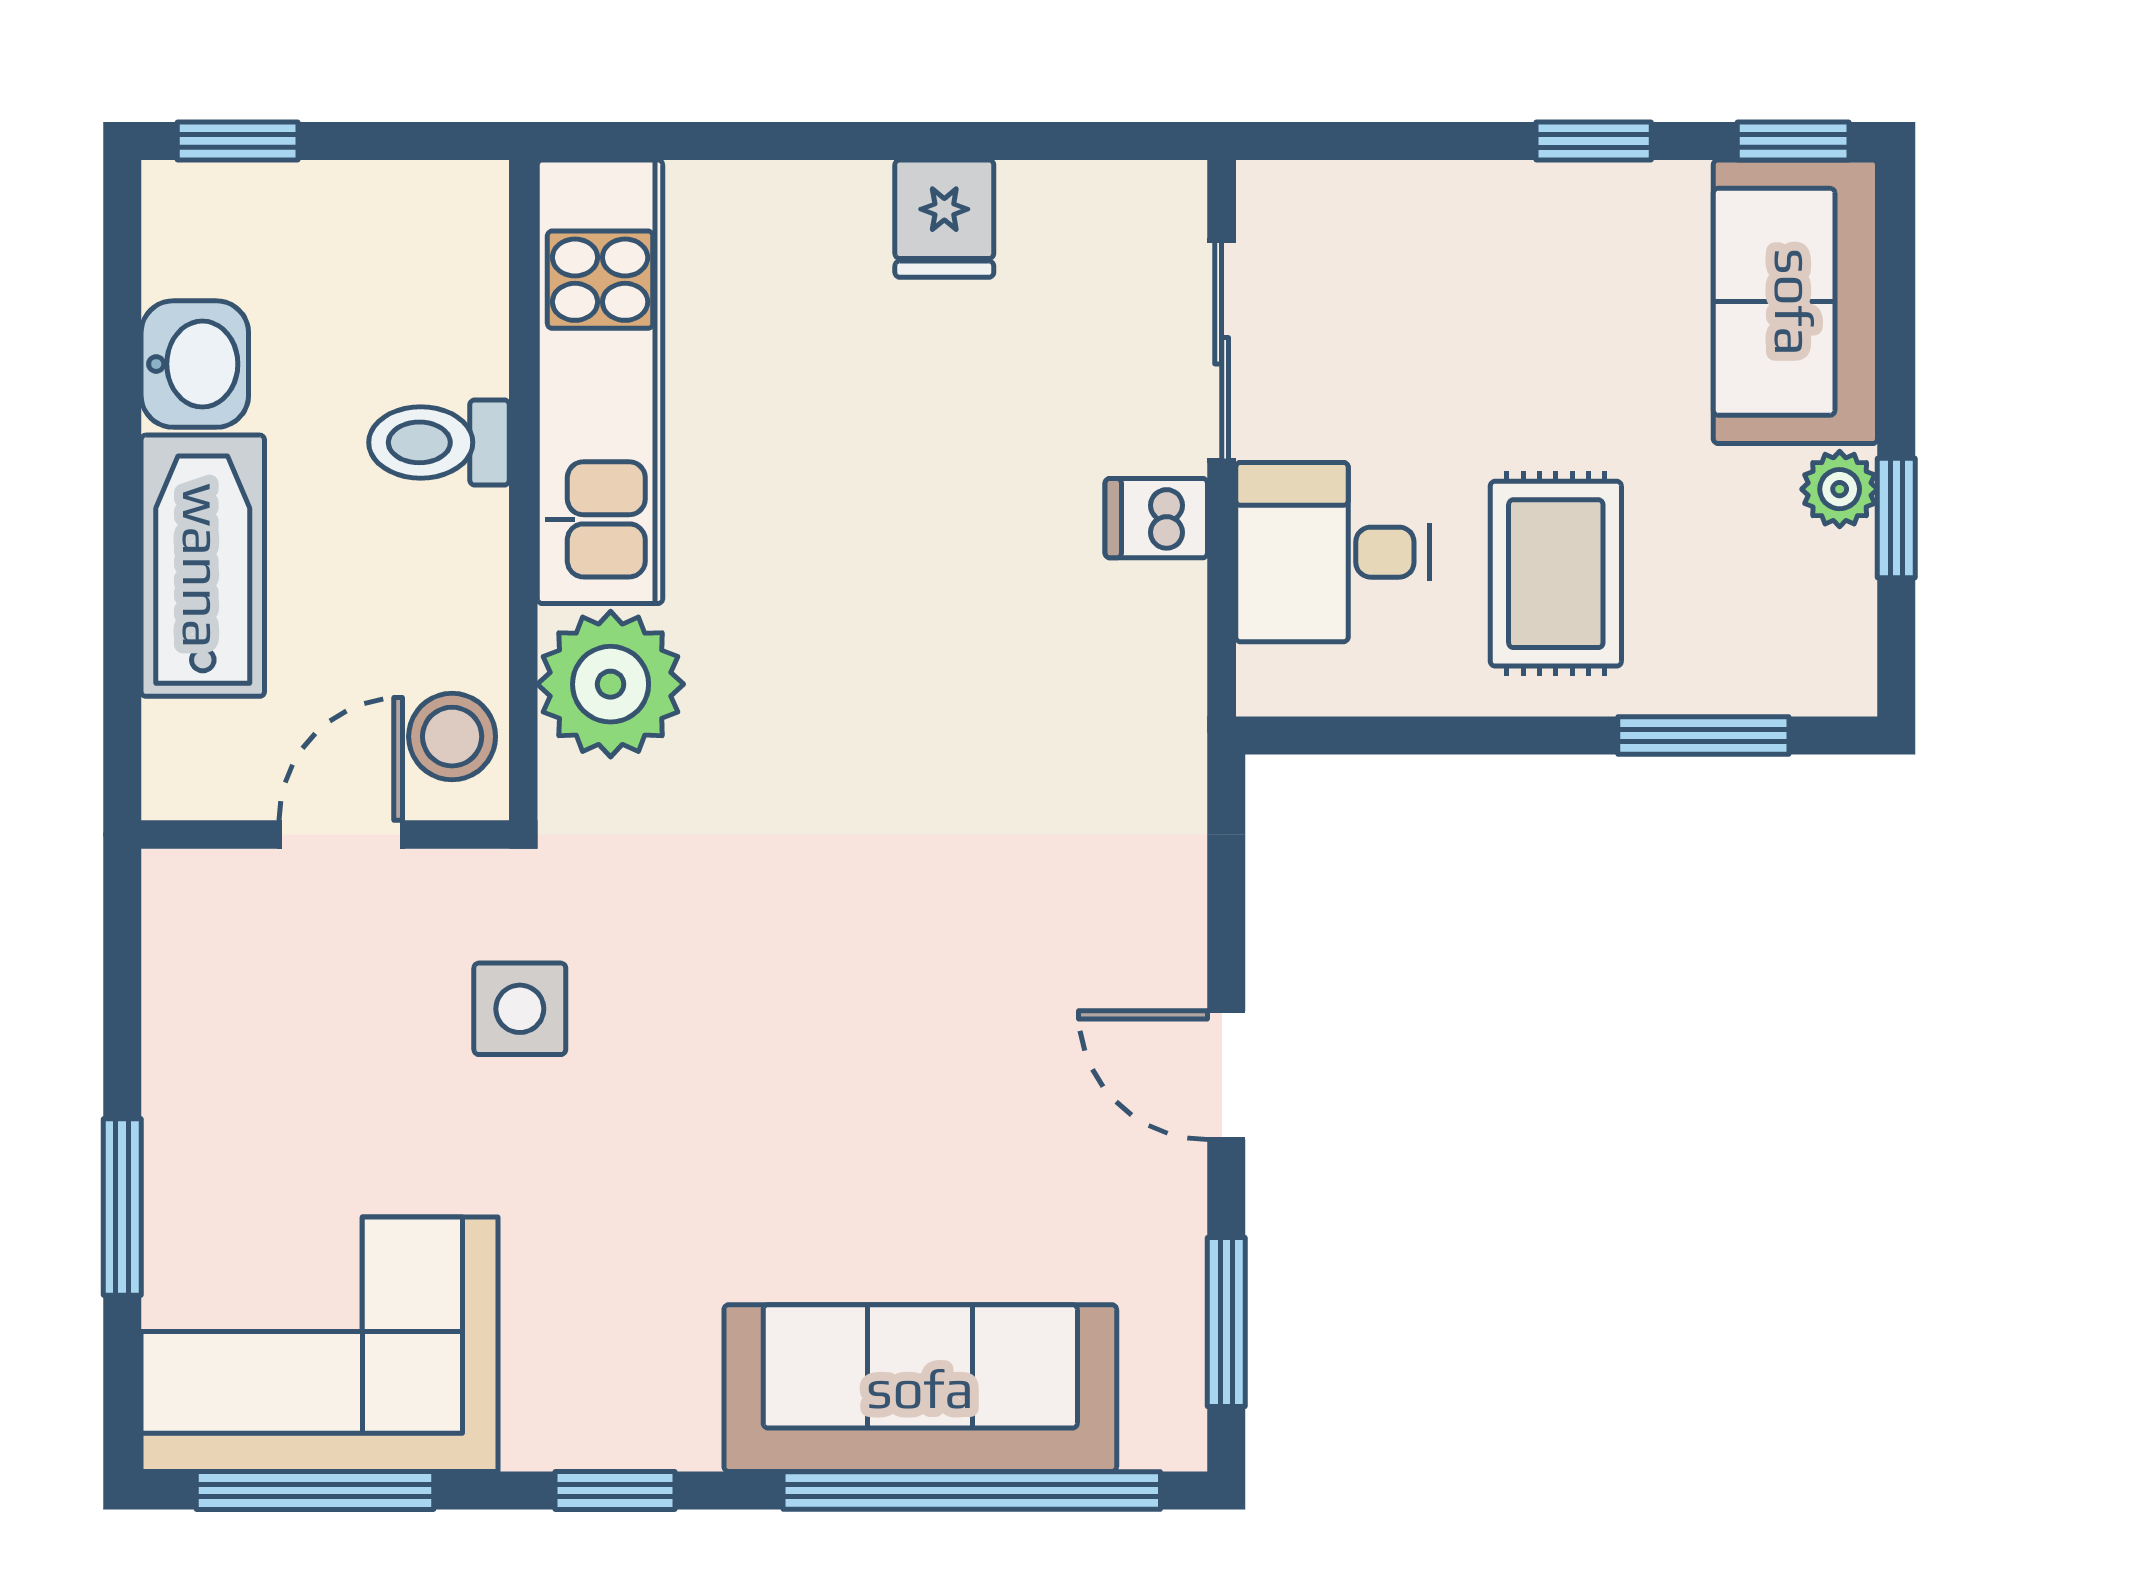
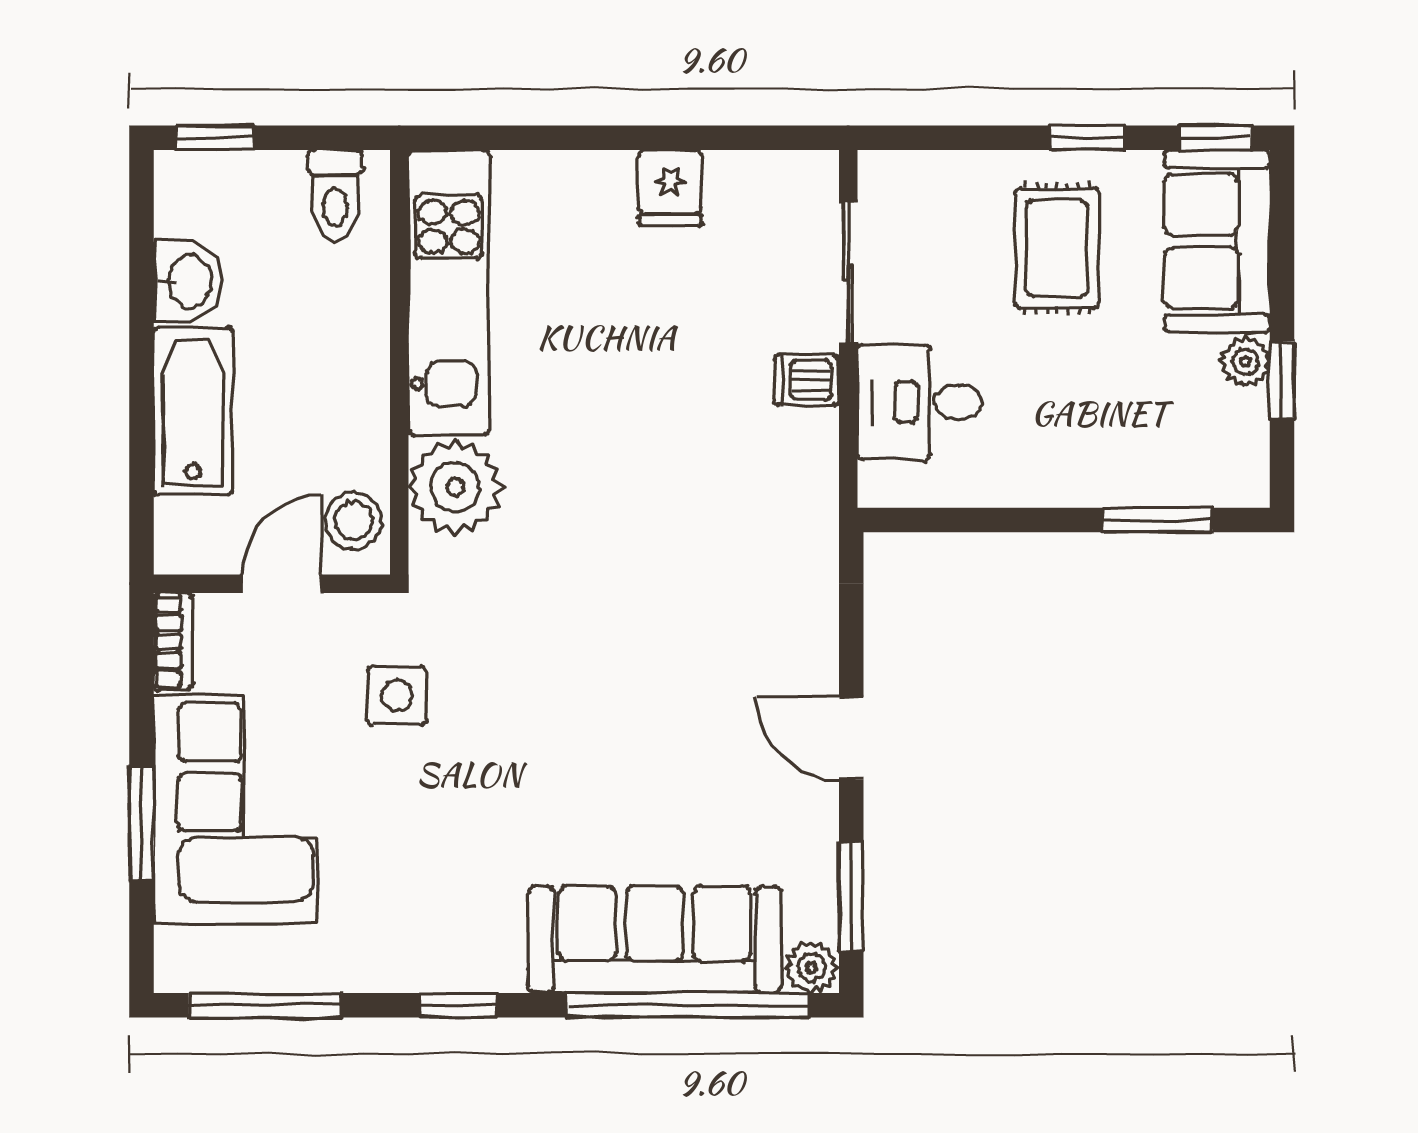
toilet: (439, 442) -> (335, 195), moved, turned -90
rug: (1556, 574) -> (1057, 248), moved
bookcase: (171, 924) -> (173, 641), added
corner sofa: (320, 1344) -> (235, 810), moved, turned 90
plant: (1164, 1431) -> (811, 967), added

